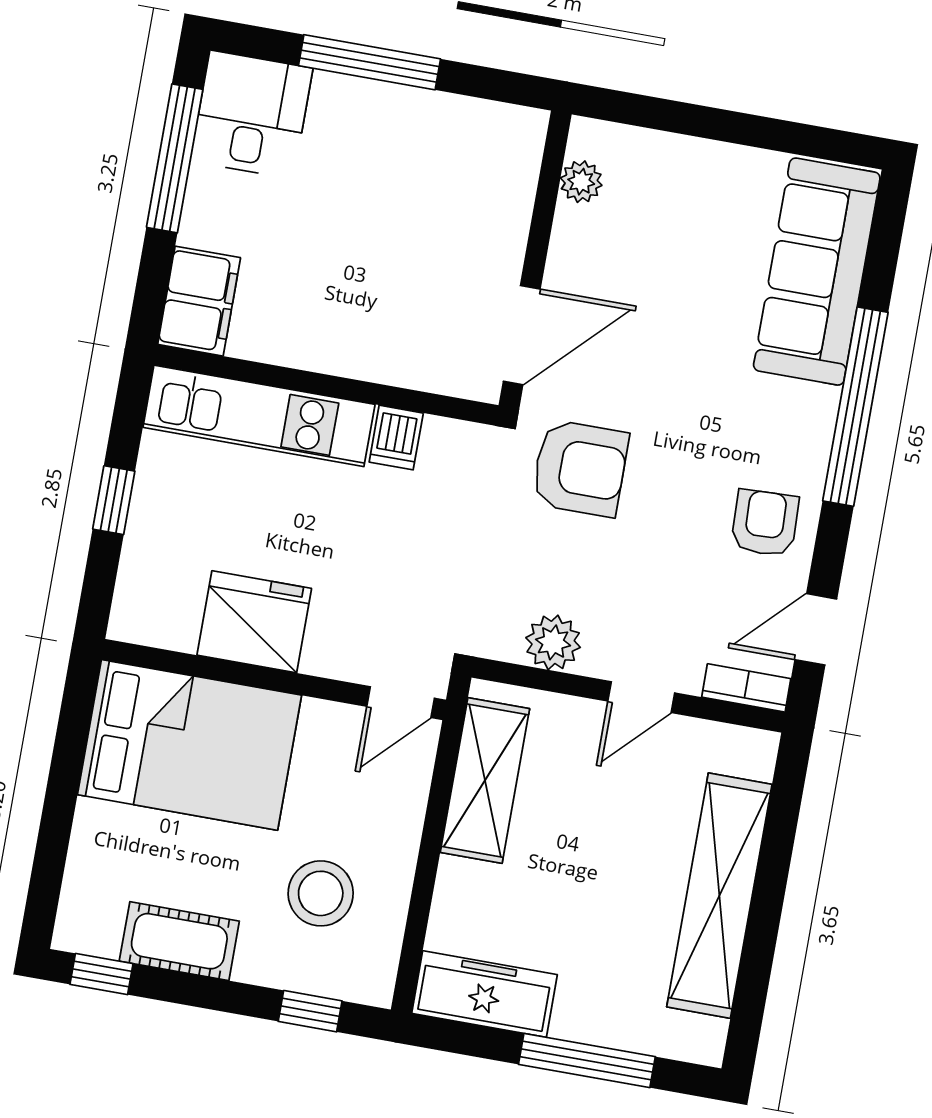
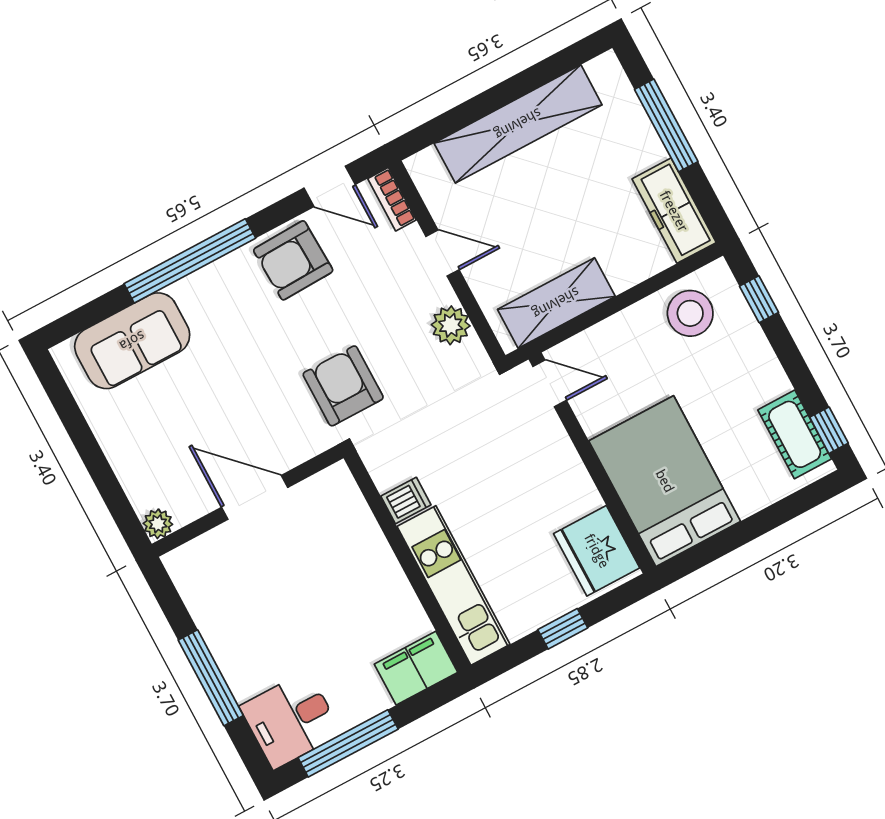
plant: (581, 182) -> (158, 524), moved
sofa: (817, 272) -> (132, 341), width x0.73
door: (522, 335) -> (255, 497), moved
armchair: (765, 523) -> (293, 260), width x1.38, depth x1.38
fridge: (254, 622) -> (597, 551), moved
stool: (321, 893) -> (690, 313), moved
cot: (179, 941) -> (795, 434), moved

